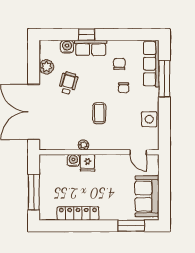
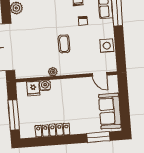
wheelchair: (68, 83) -> (36, 20), removed
fridge: (88, 163) -> (33, 88), moved

